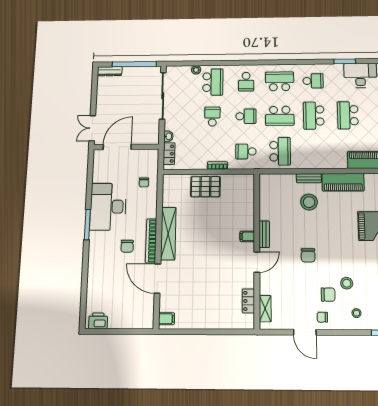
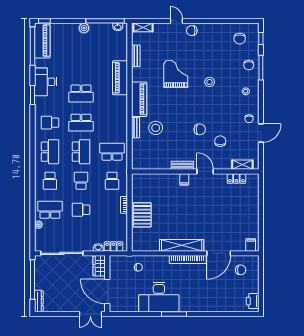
school desk: (280, 81) -> (50, 152), turned 180
school desk: (313, 81) -> (50, 123), turned -90
school desk: (246, 82) -> (50, 181), turned 90
wardrobe: (147, 138) -> (99, 266), added
chair: (127, 246) -> (241, 270), moved
stool: (347, 283) -> (210, 82), moved
chair: (328, 295) -> (220, 141), moved

